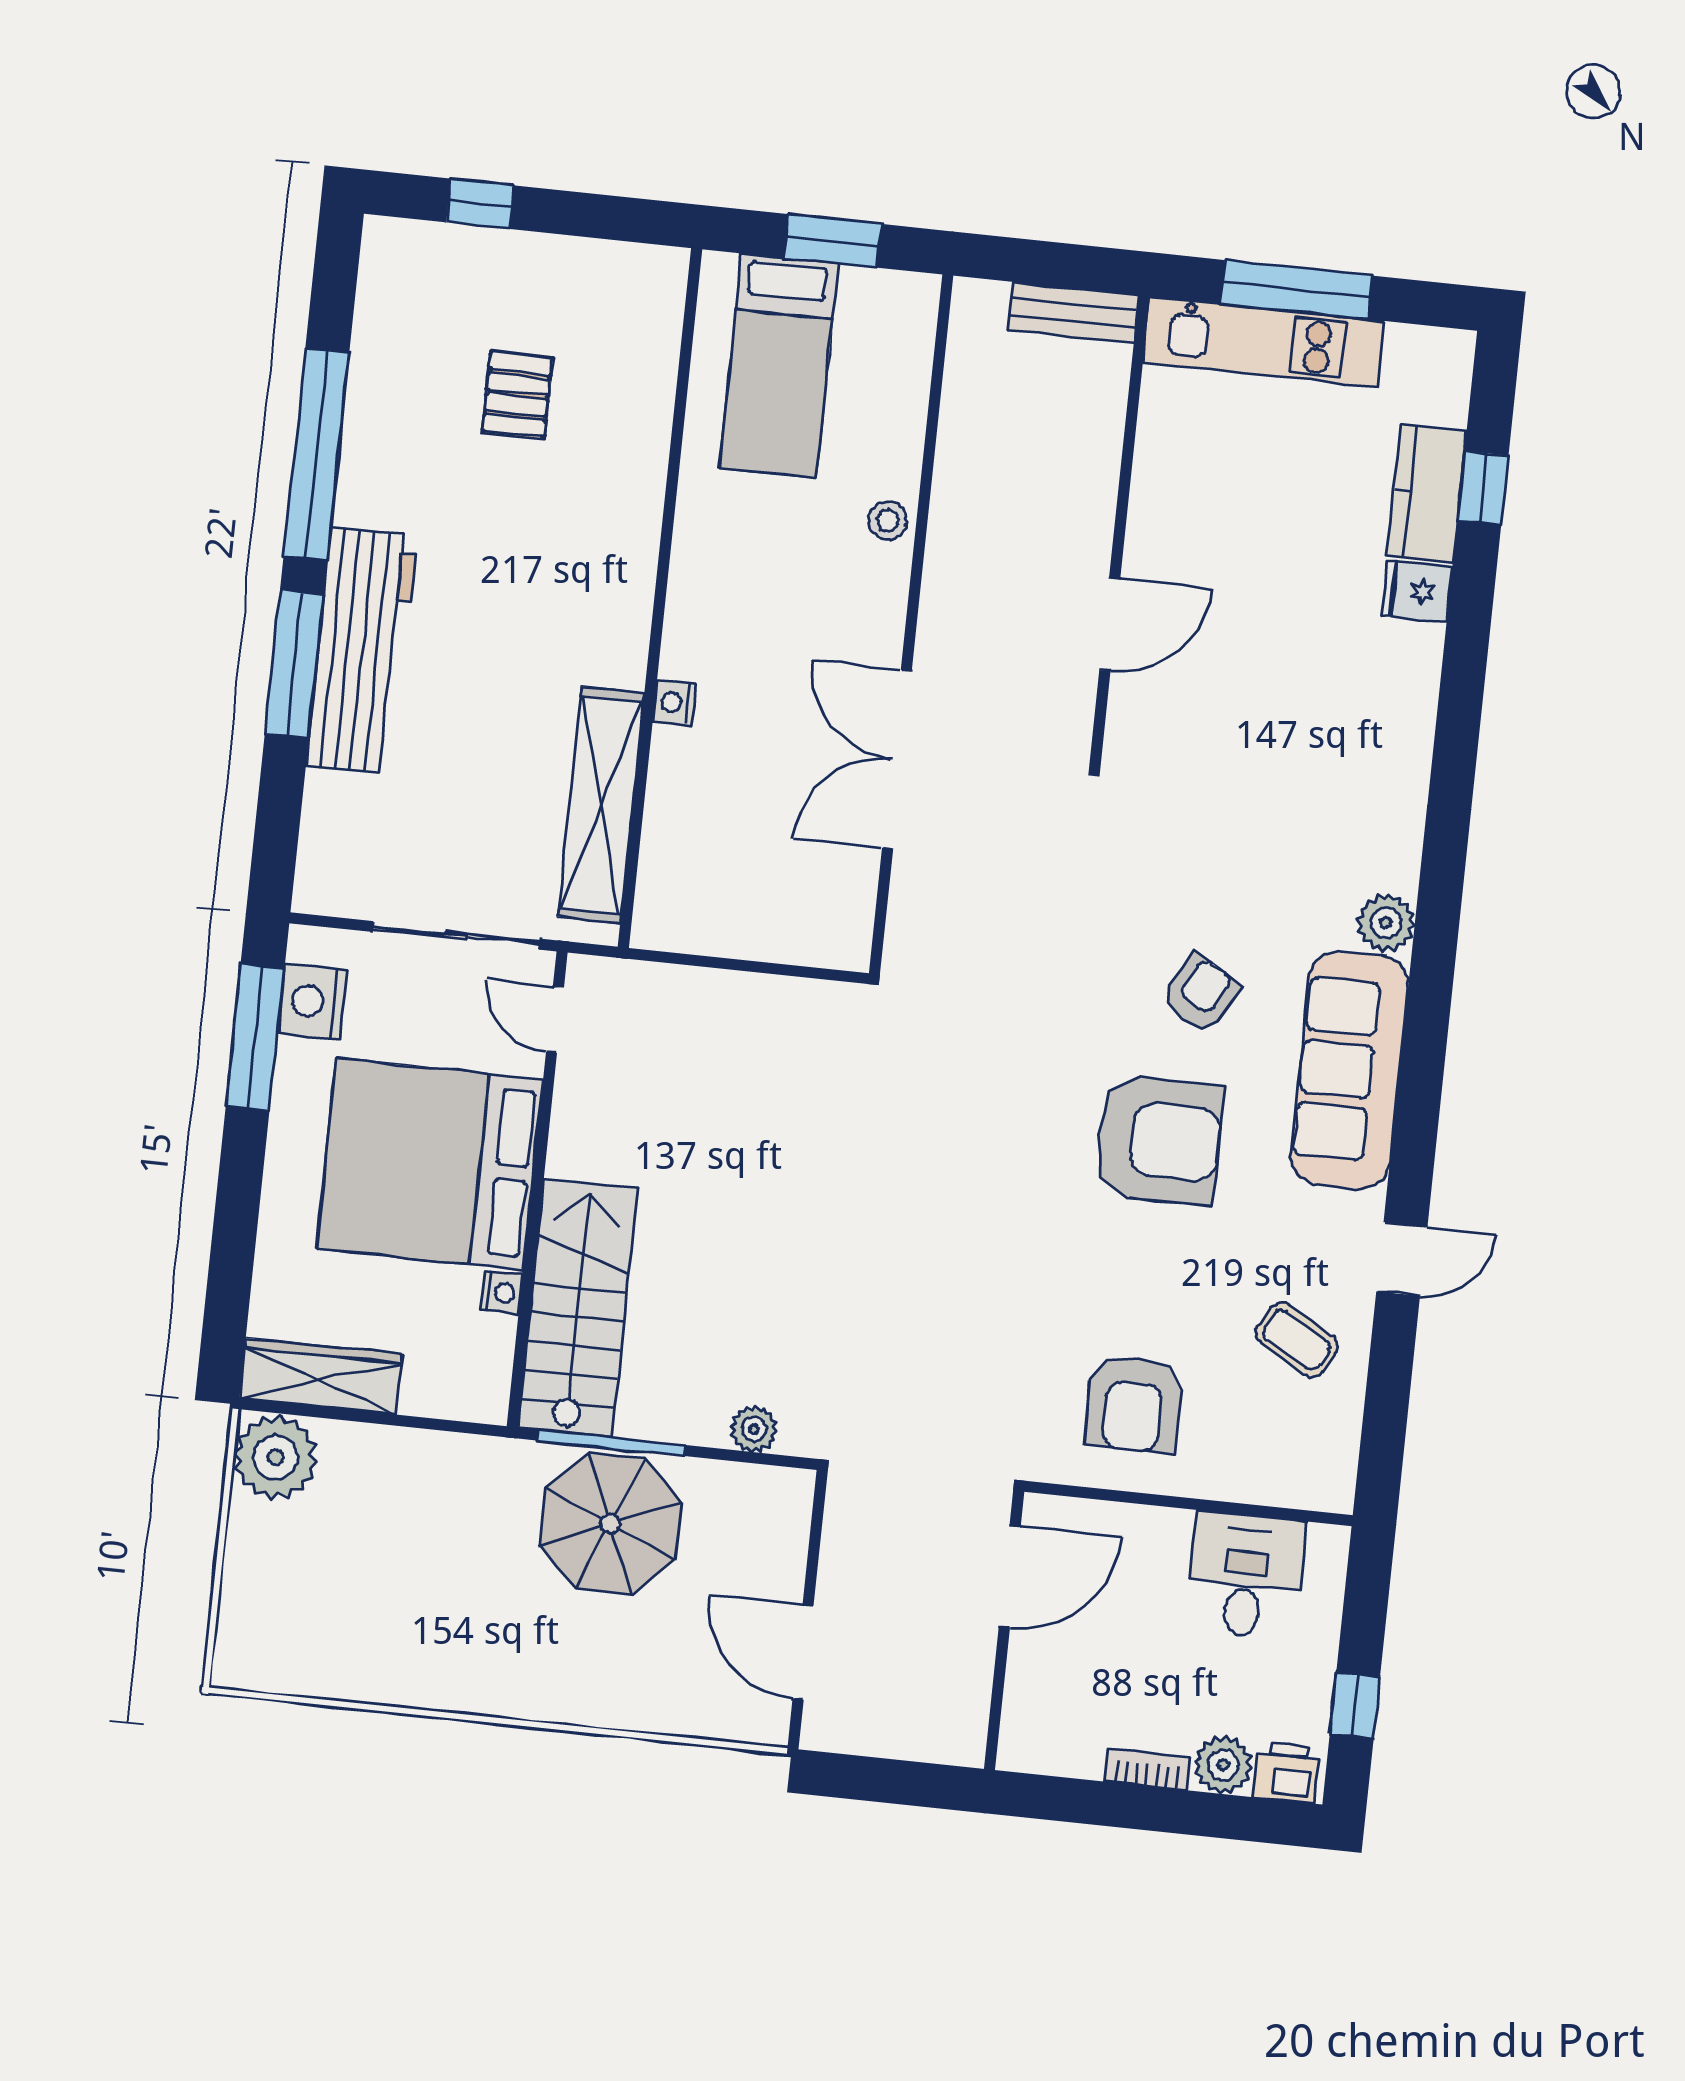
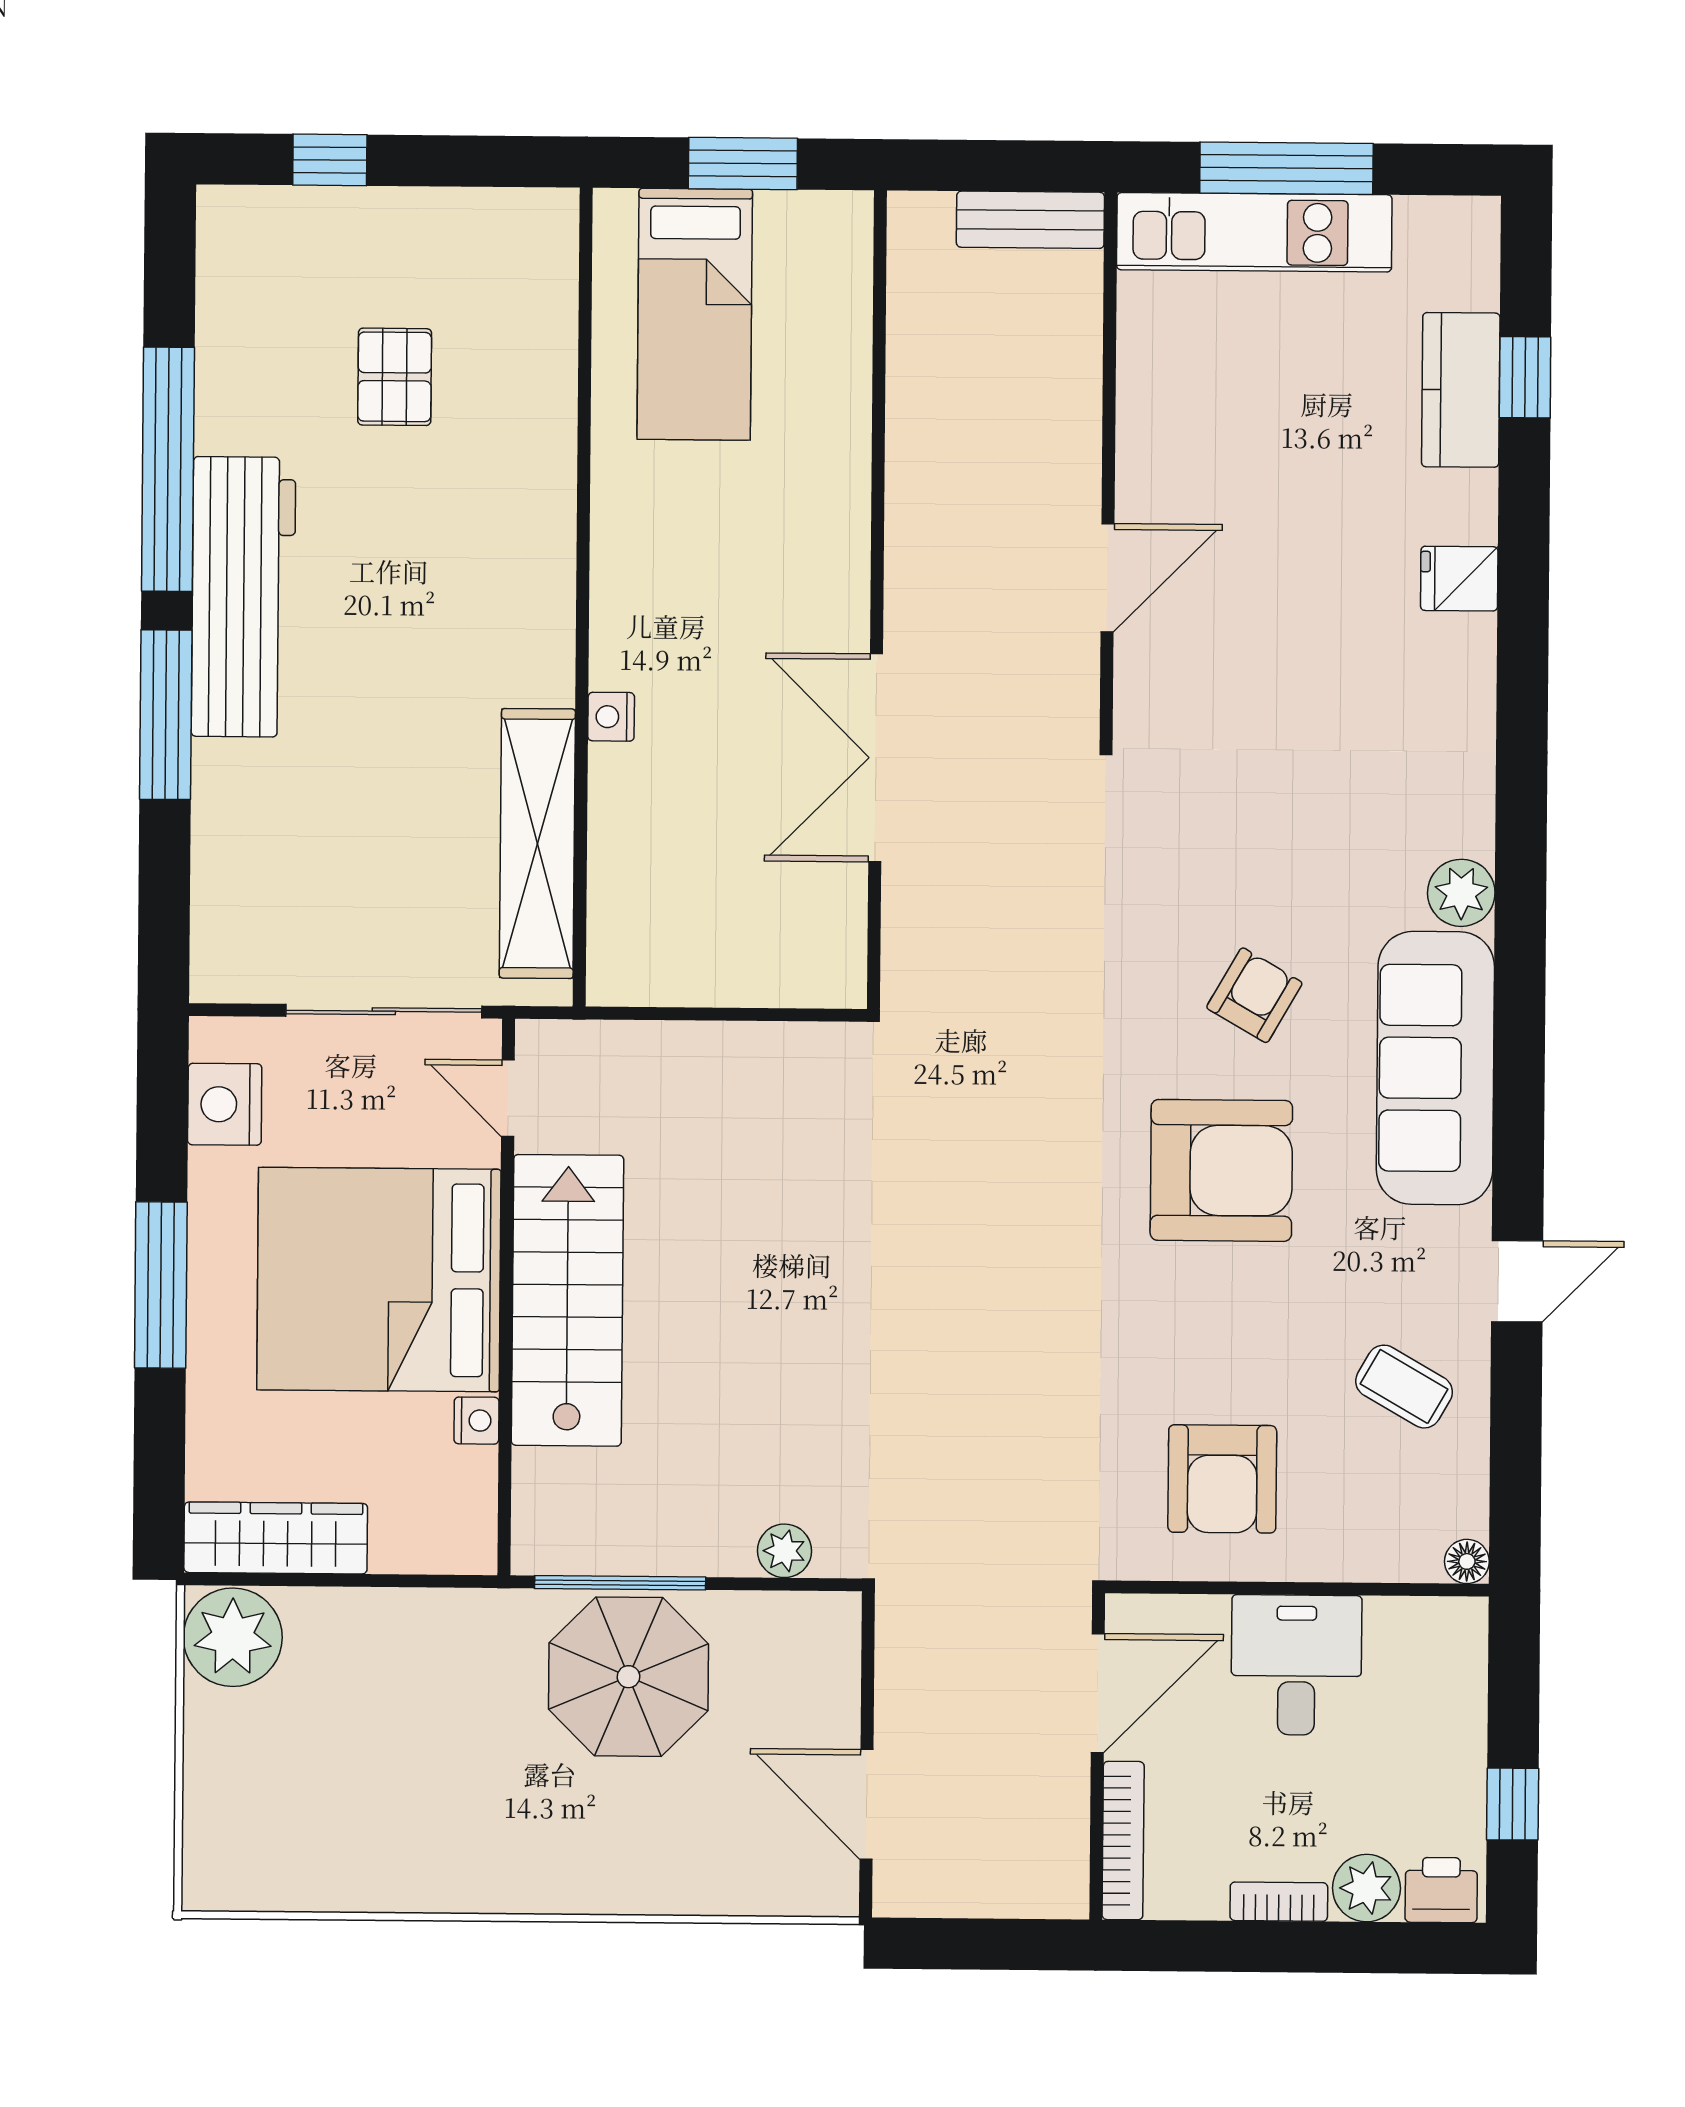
stool: (888, 520) -> (838, 482), removed
fridge: (1417, 591) -> (1459, 579), moved
workbench: (362, 650) -> (243, 597), moved
window: (255, 1037) -> (161, 1285), moved
stairs: (578, 1308) -> (567, 1300), moved
floor lamp: (1336, 1494) -> (1467, 1561), added
desk: (1246, 1575) -> (1296, 1665), moved
bookcase: (1019, 1704) -> (1123, 1841), added

